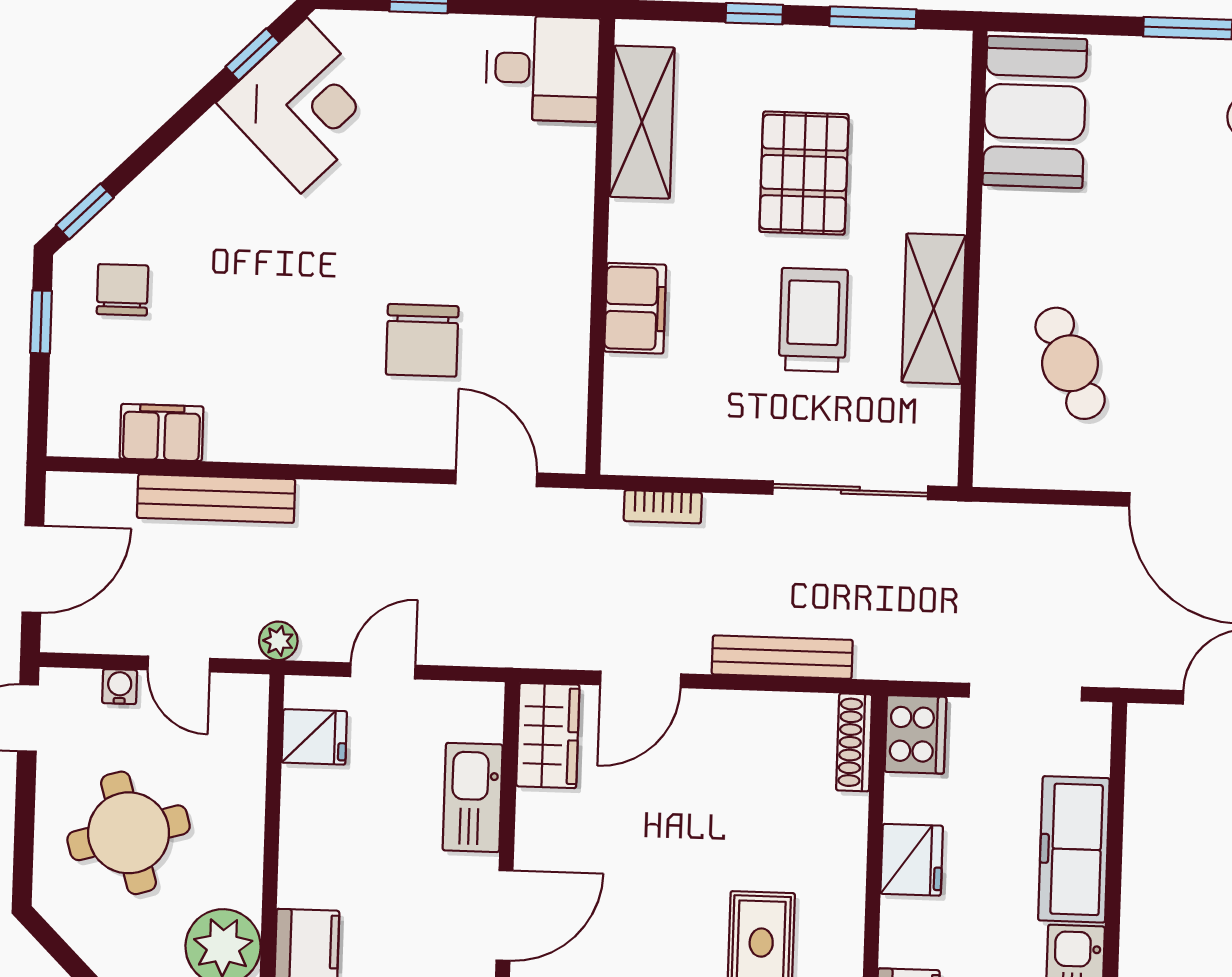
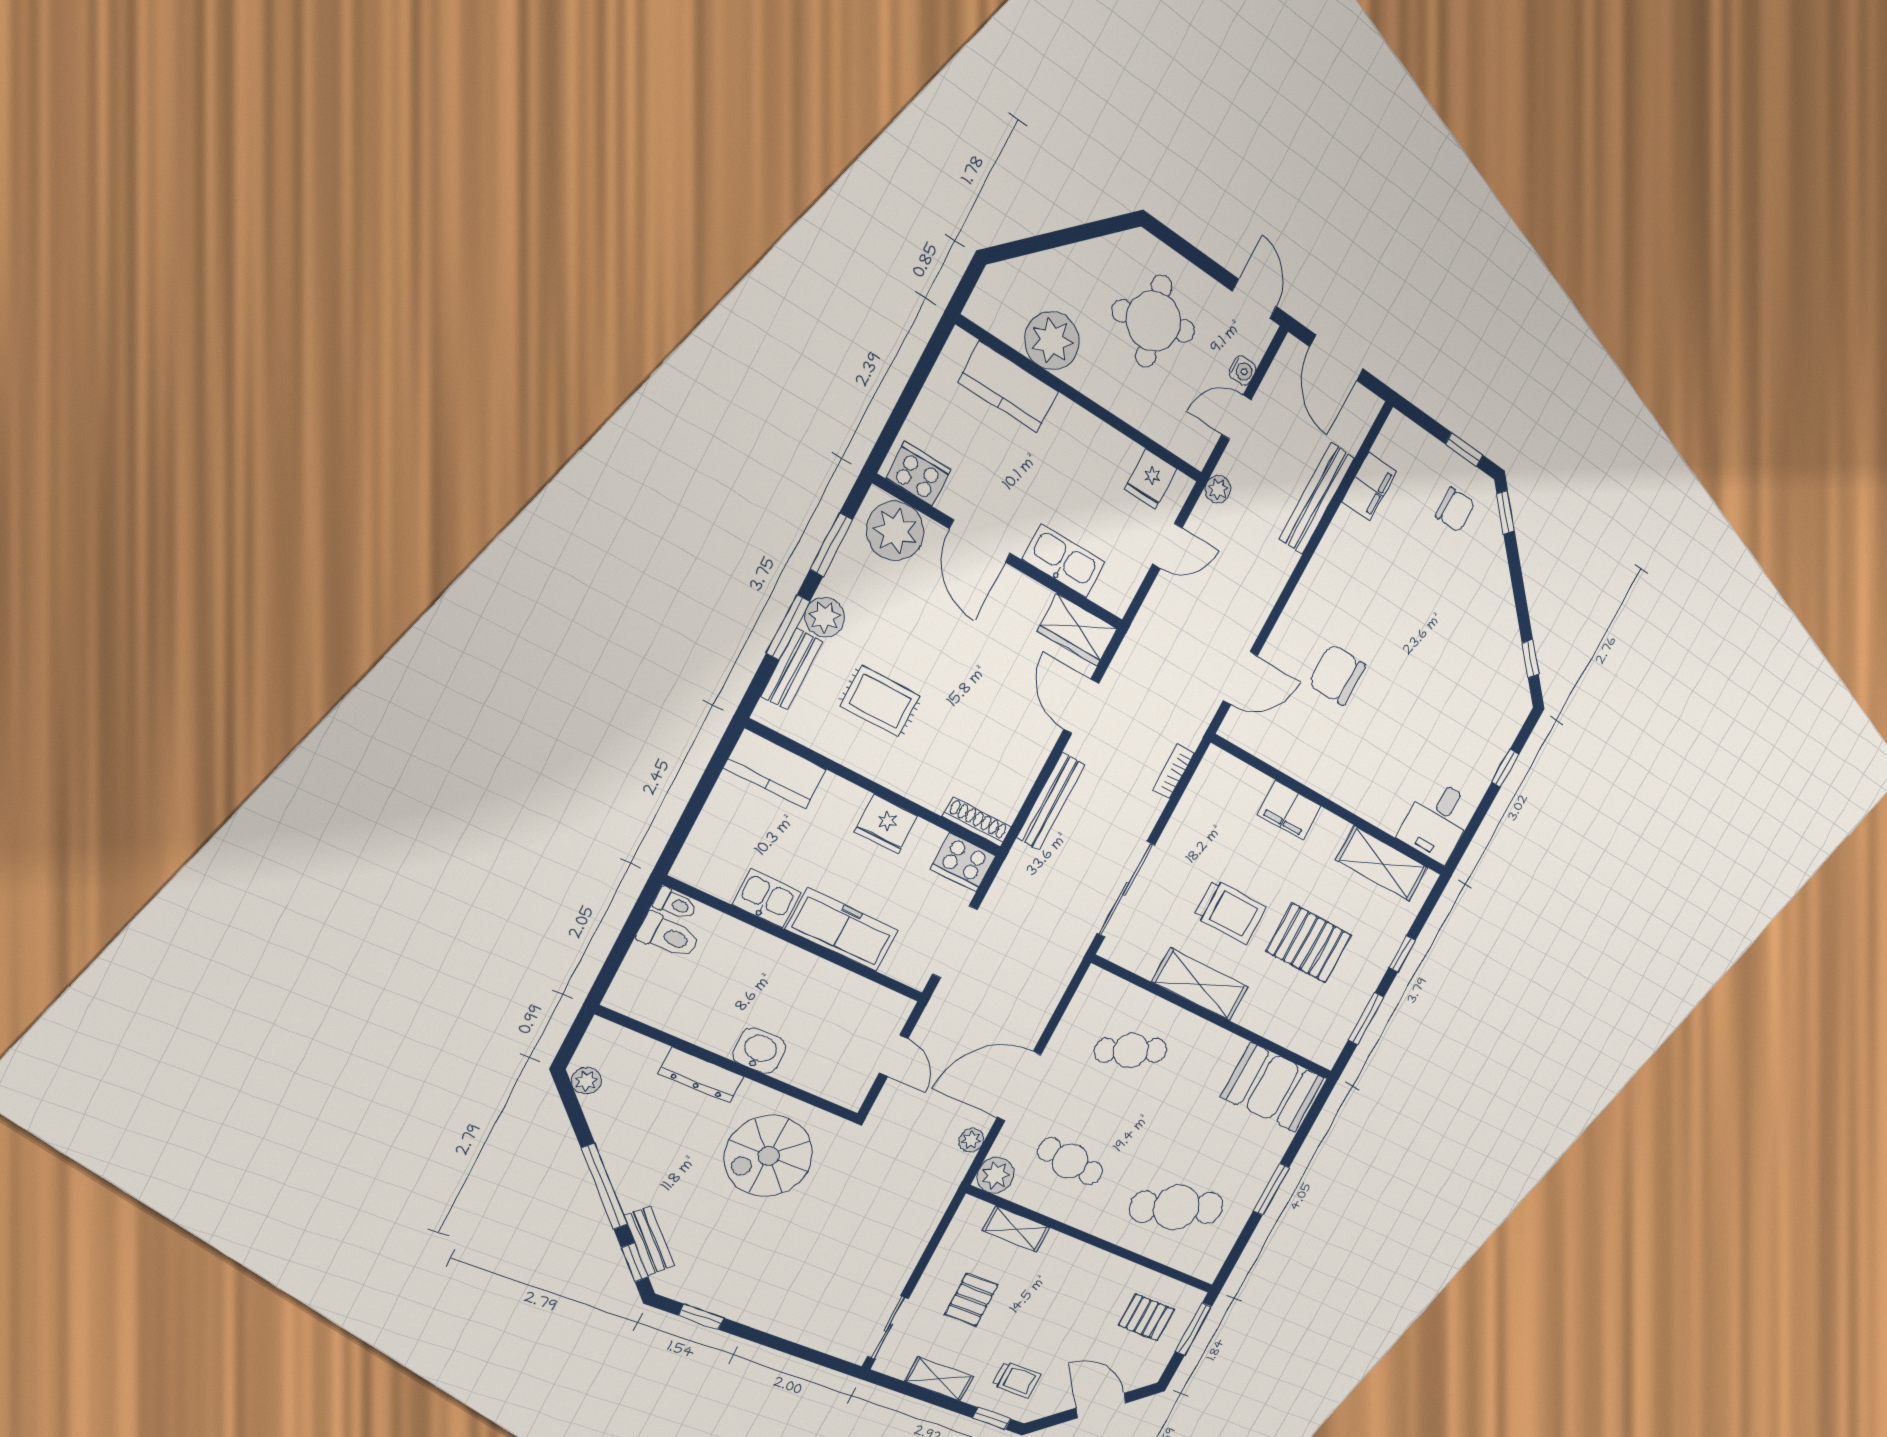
corner desk: (304, 105) -> (1491, 674), removed
door: (383, 671) -> (1167, 546), hinge flipped

